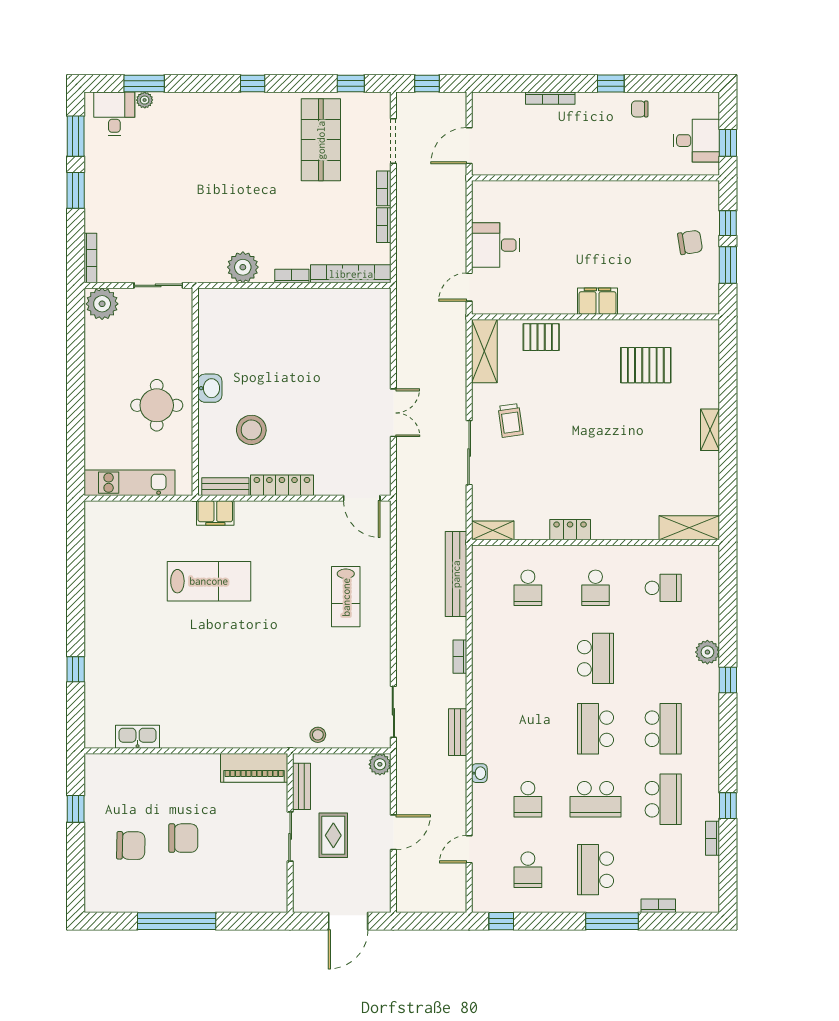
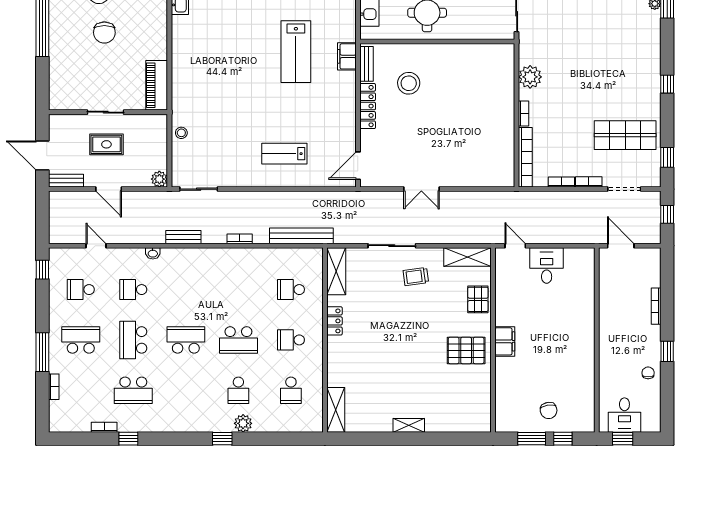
pallet: (646, 365) -> (466, 350), moved, turned 90
washbasin: (210, 388) -> (440, 52), removed
shelving: (493, 530) -> (336, 271), width x1.50, depth x1.33
school desk: (663, 729) -> (238, 390), moved, width x0.54
bench: (301, 786) -> (66, 181), moved

